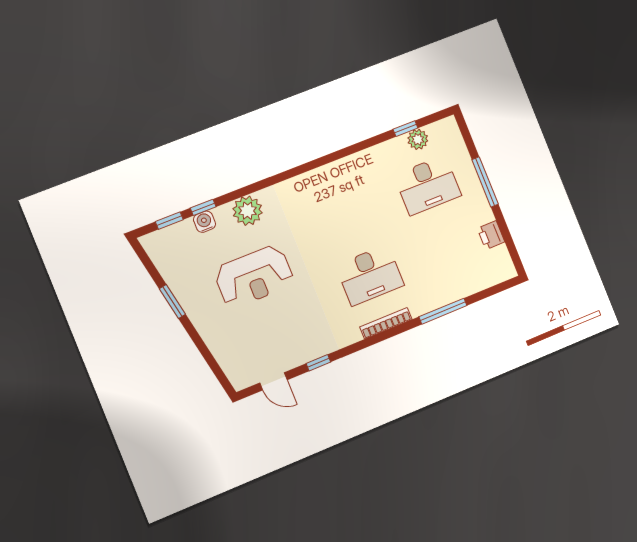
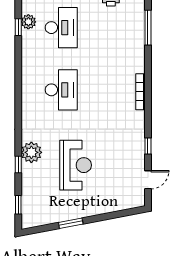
window: (203, 207) -> (18, 165), moved
water cooler: (204, 222) -> (28, 183), removed
desk: (370, 275) -> (61, 90), moved
window: (443, 311) -> (148, 28), moved

